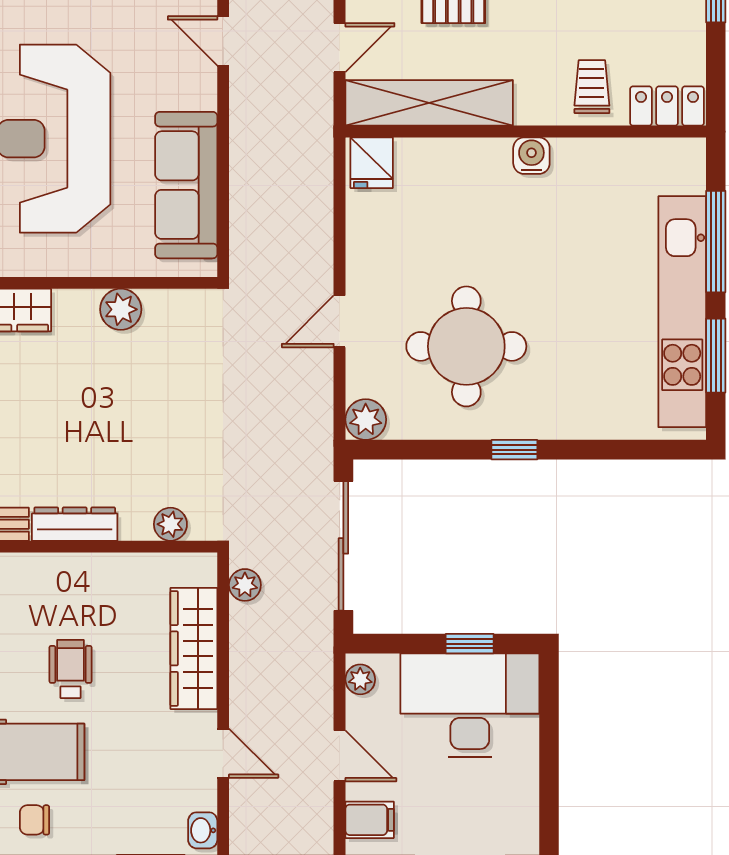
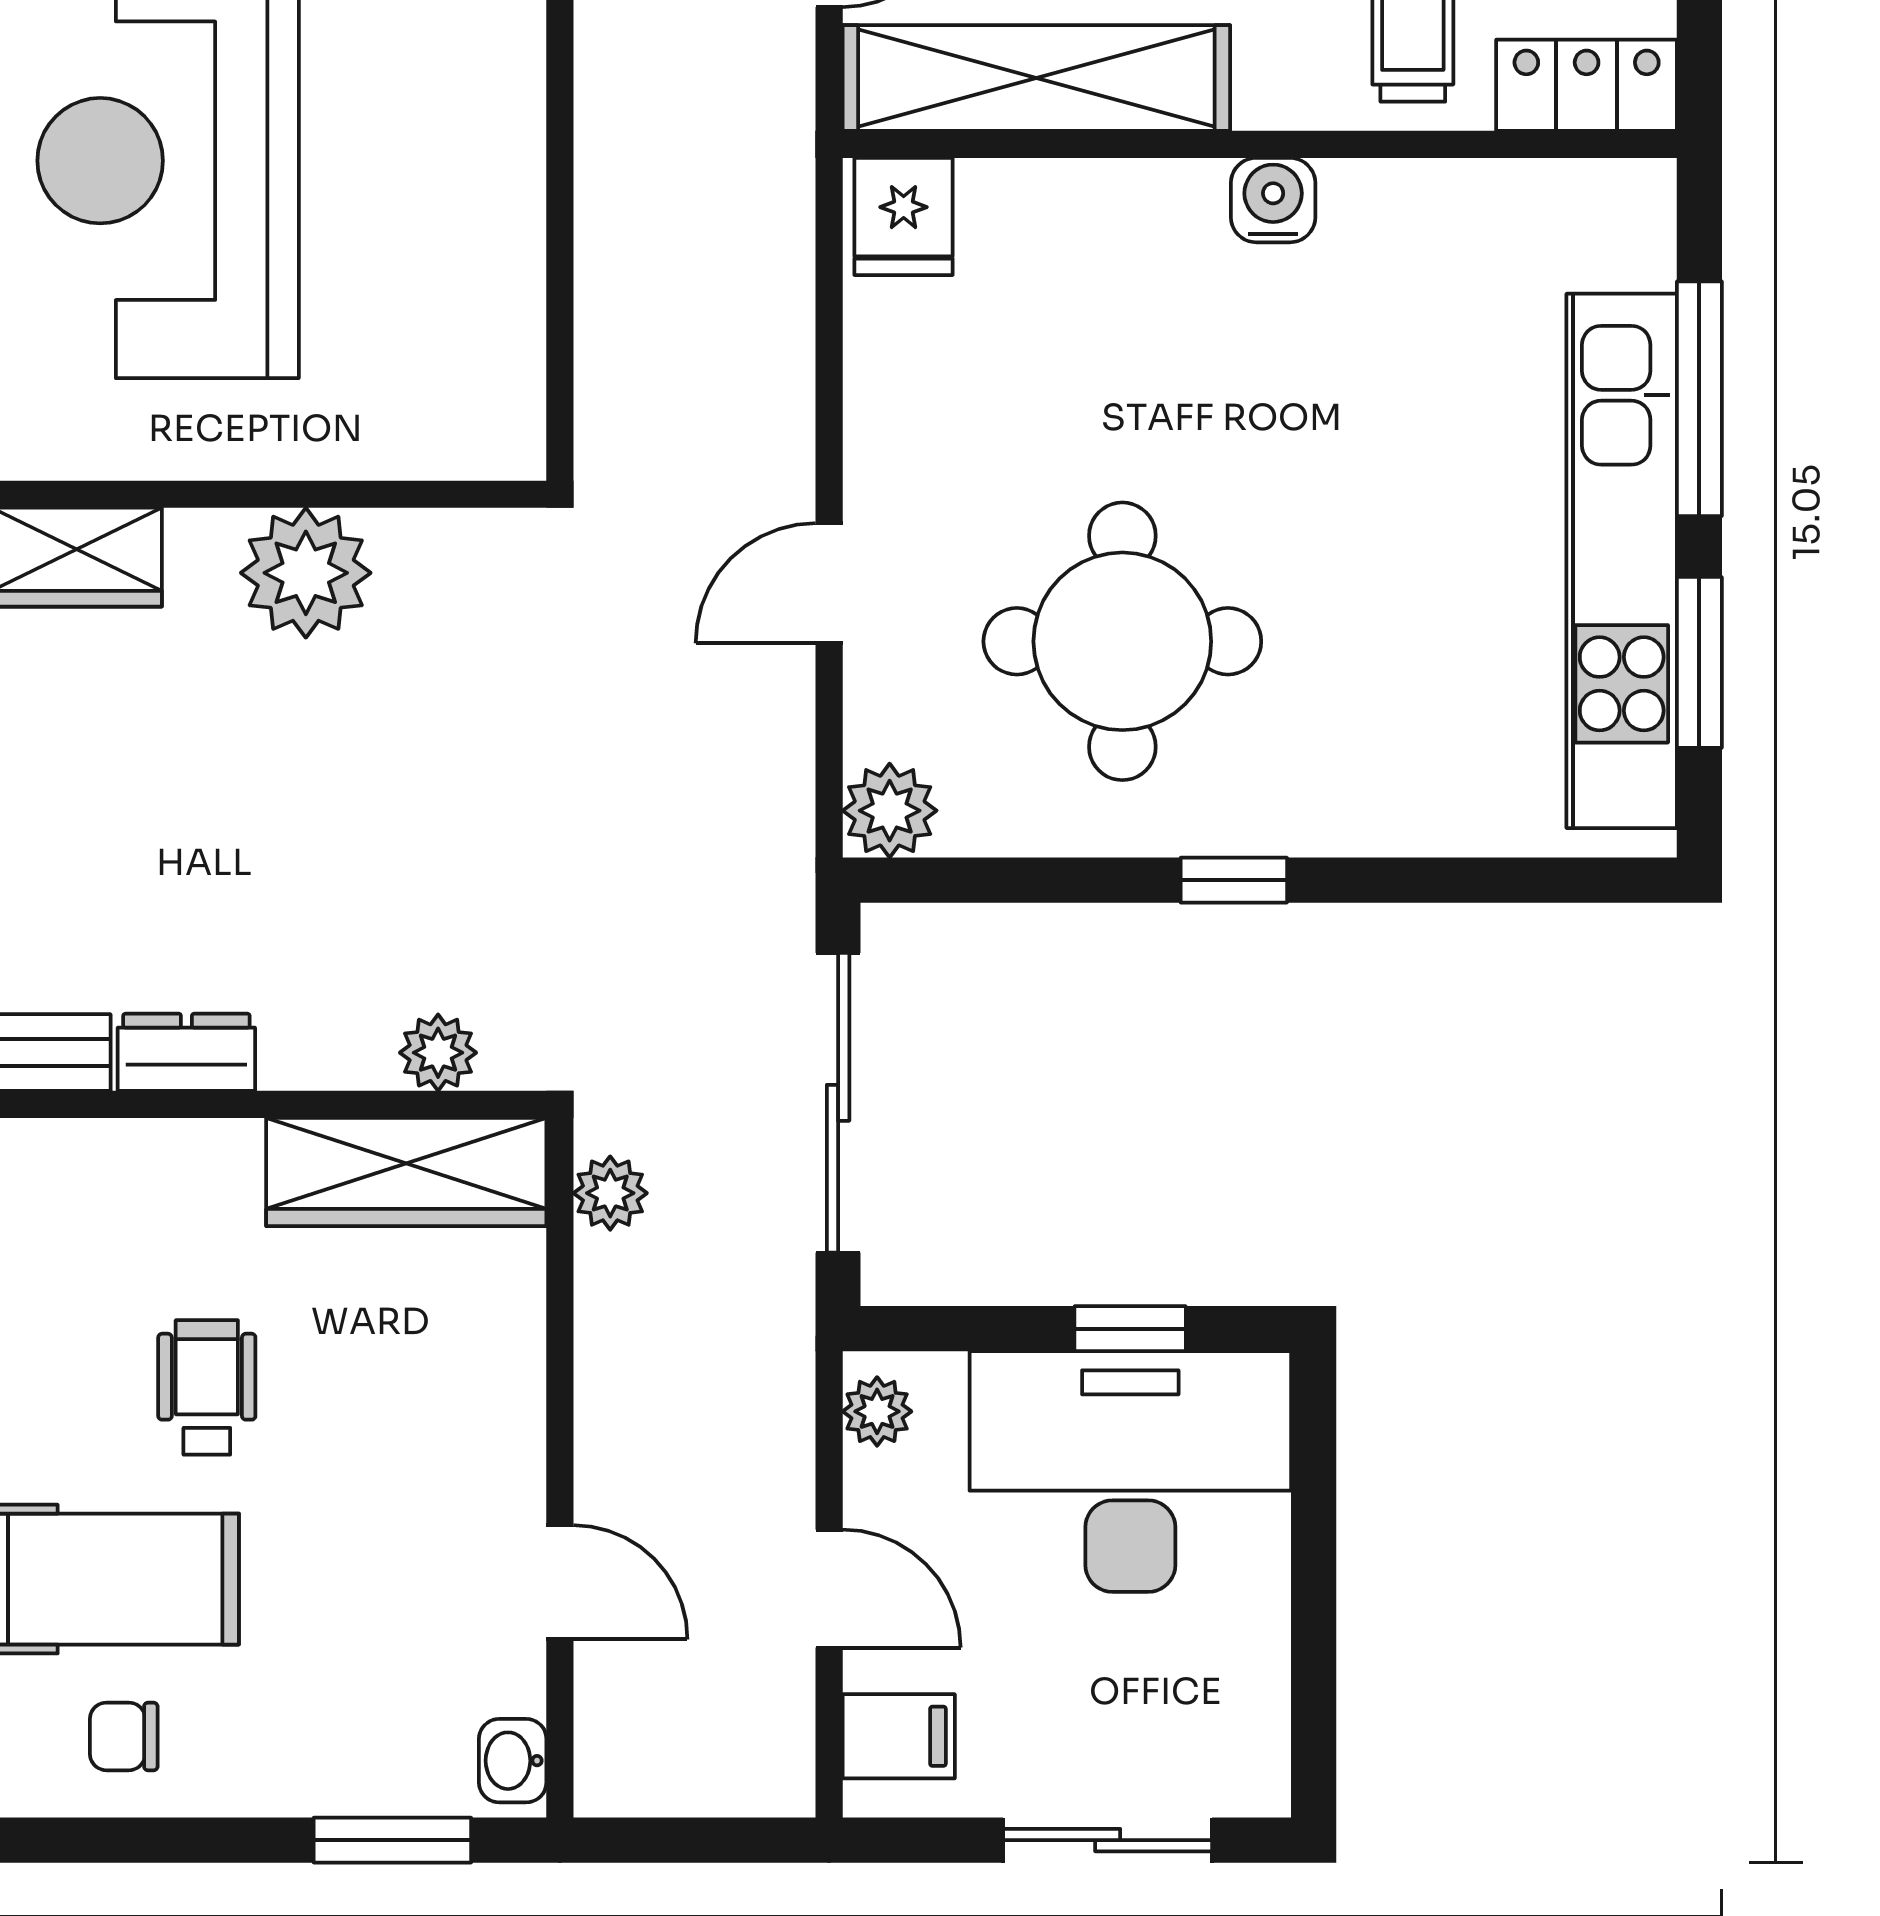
sofa: (186, 185) -> (475, 268), removed
plant: (121, 309) -> (306, 573), width x1.36, depth x1.36
dresser: (75, 524) -> (186, 1052), width x0.70
wardrobe: (194, 648) -> (406, 1172), moved, turned -90

